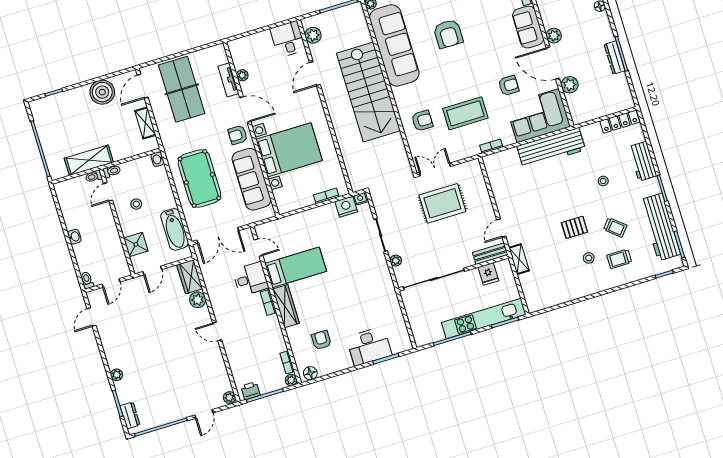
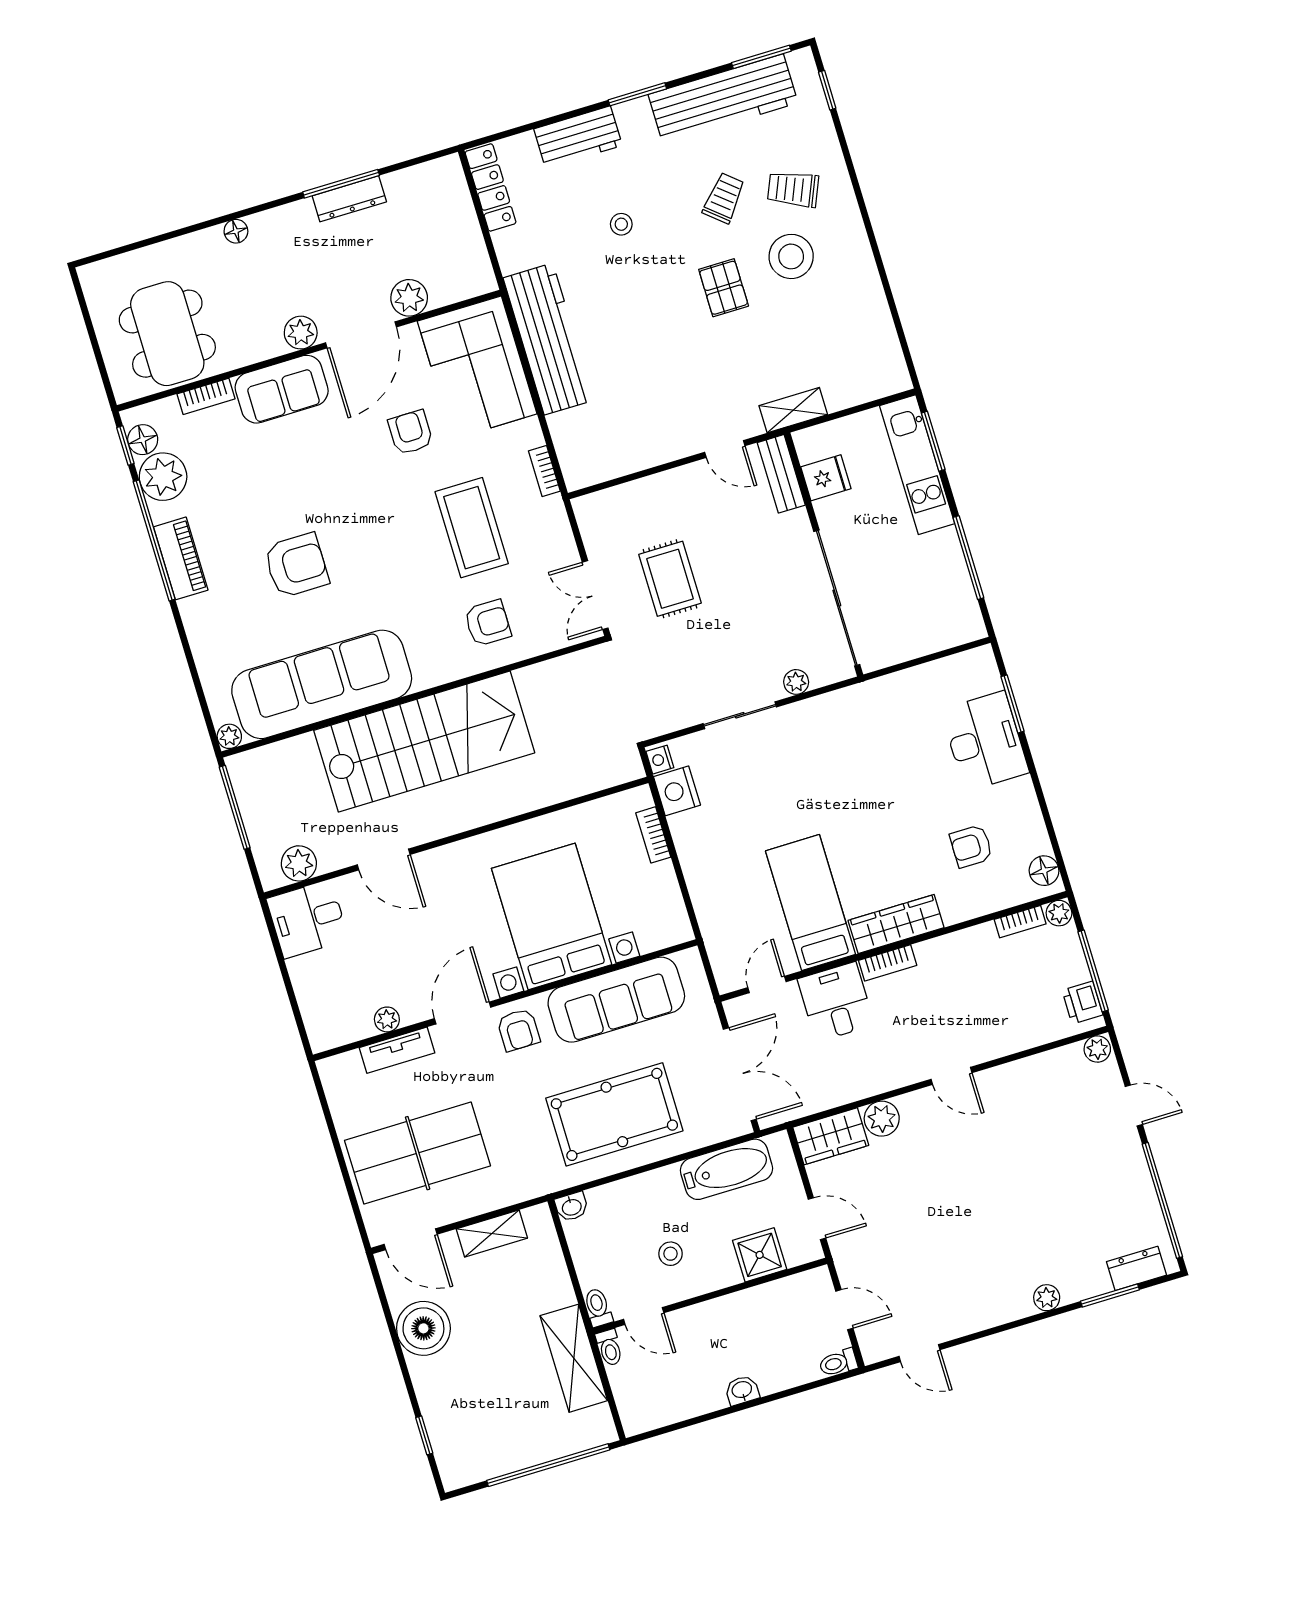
armchair: (422, 121) -> (488, 623), turned 90
rug: (442, 203) -> (670, 579), width x0.73, depth x0.70
stool: (589, 258) -> (791, 256), width x1.89, depth x1.89
trolley: (619, 259) -> (793, 189), turned 113
kitchen unit: (484, 319) -> (917, 465), width x0.73
door: (217, 331) -> (952, 1076), hinge flipped

